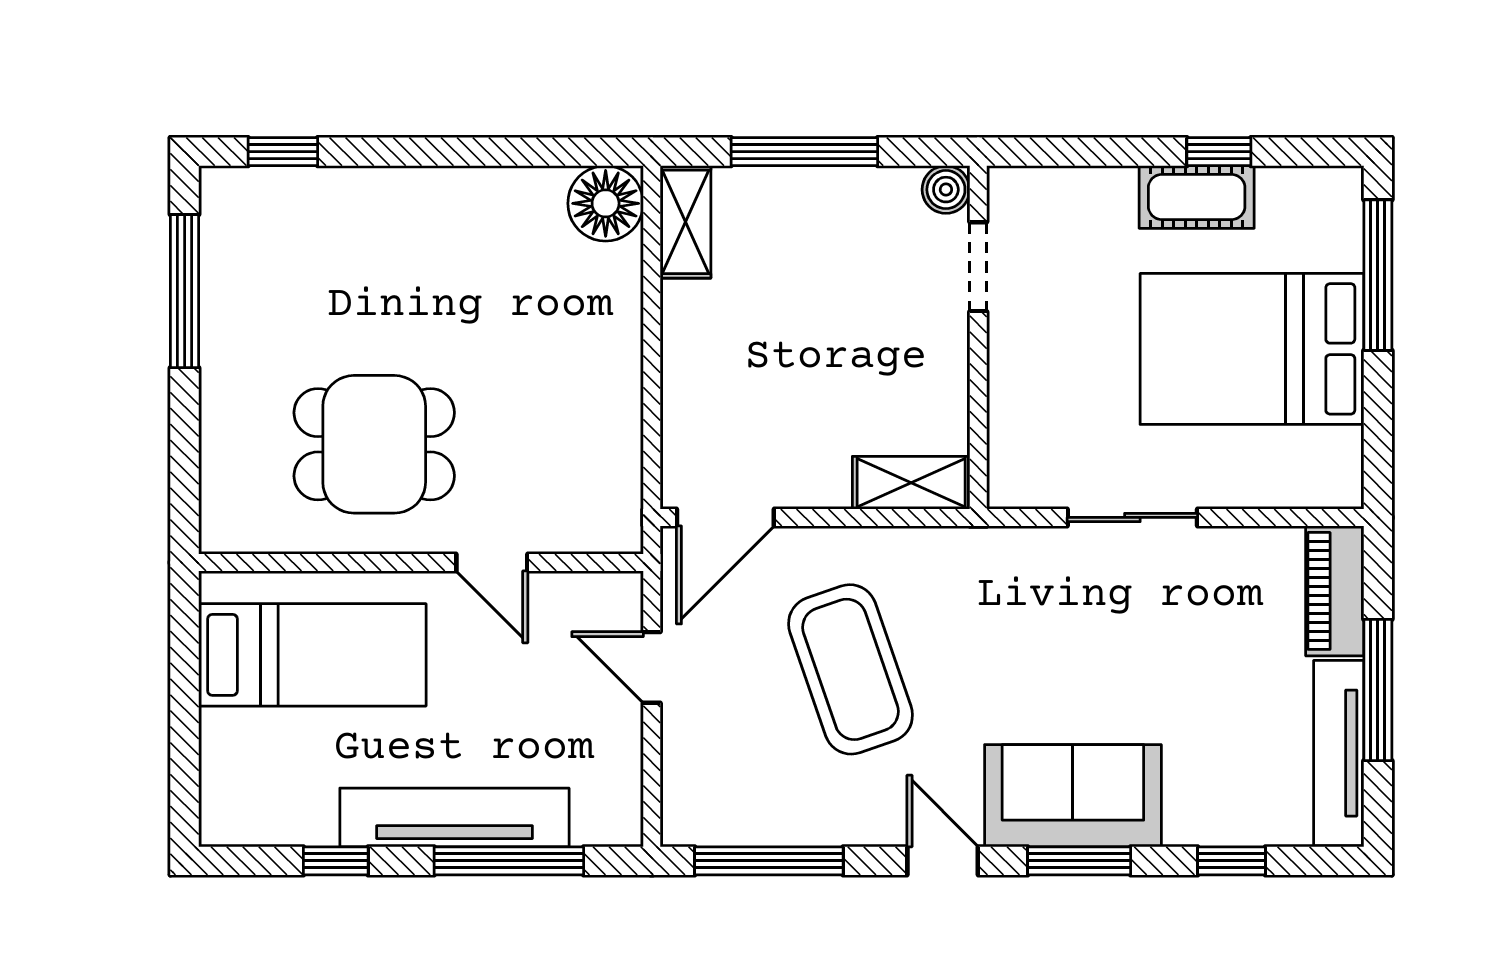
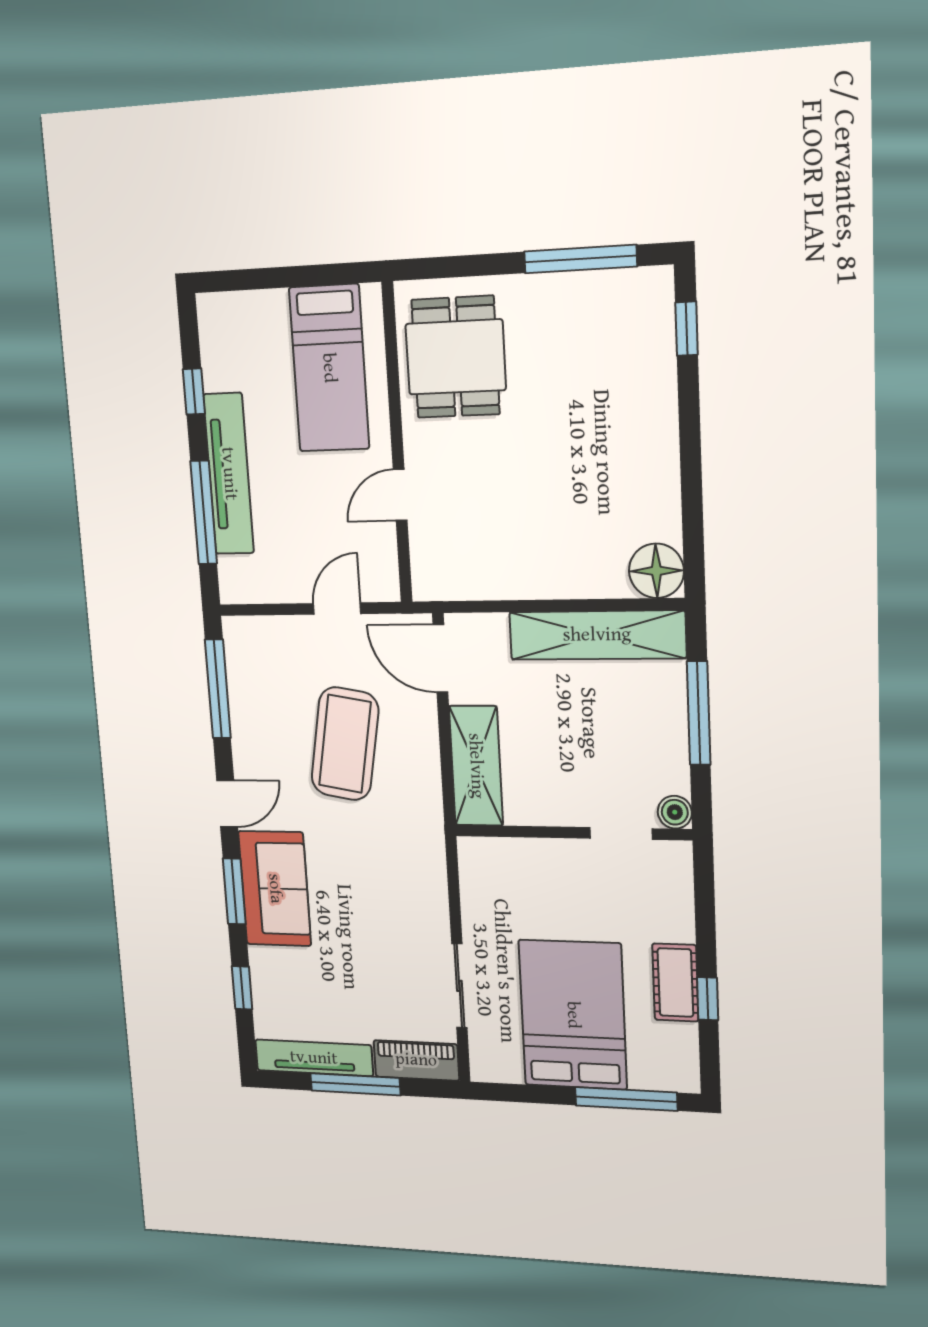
shelving: (685, 222) -> (597, 635), width x2.20, depth x1.33
dining table: (374, 444) -> (456, 357), moved
shelving: (911, 483) -> (476, 766), width x1.50, depth x1.33
sliding door: (1132, 517) -> (459, 986), moved
coffee table: (851, 669) -> (345, 744), turned -61

